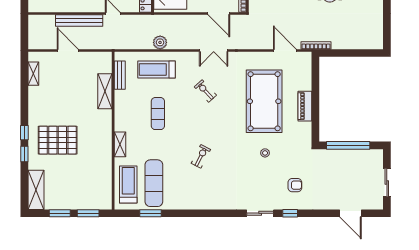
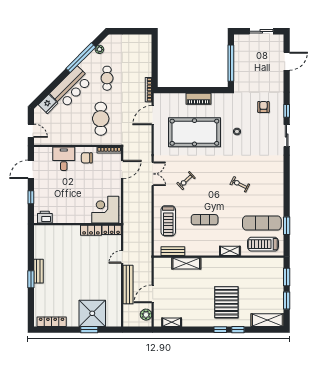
plant: (160, 42) -> (146, 315), moved

